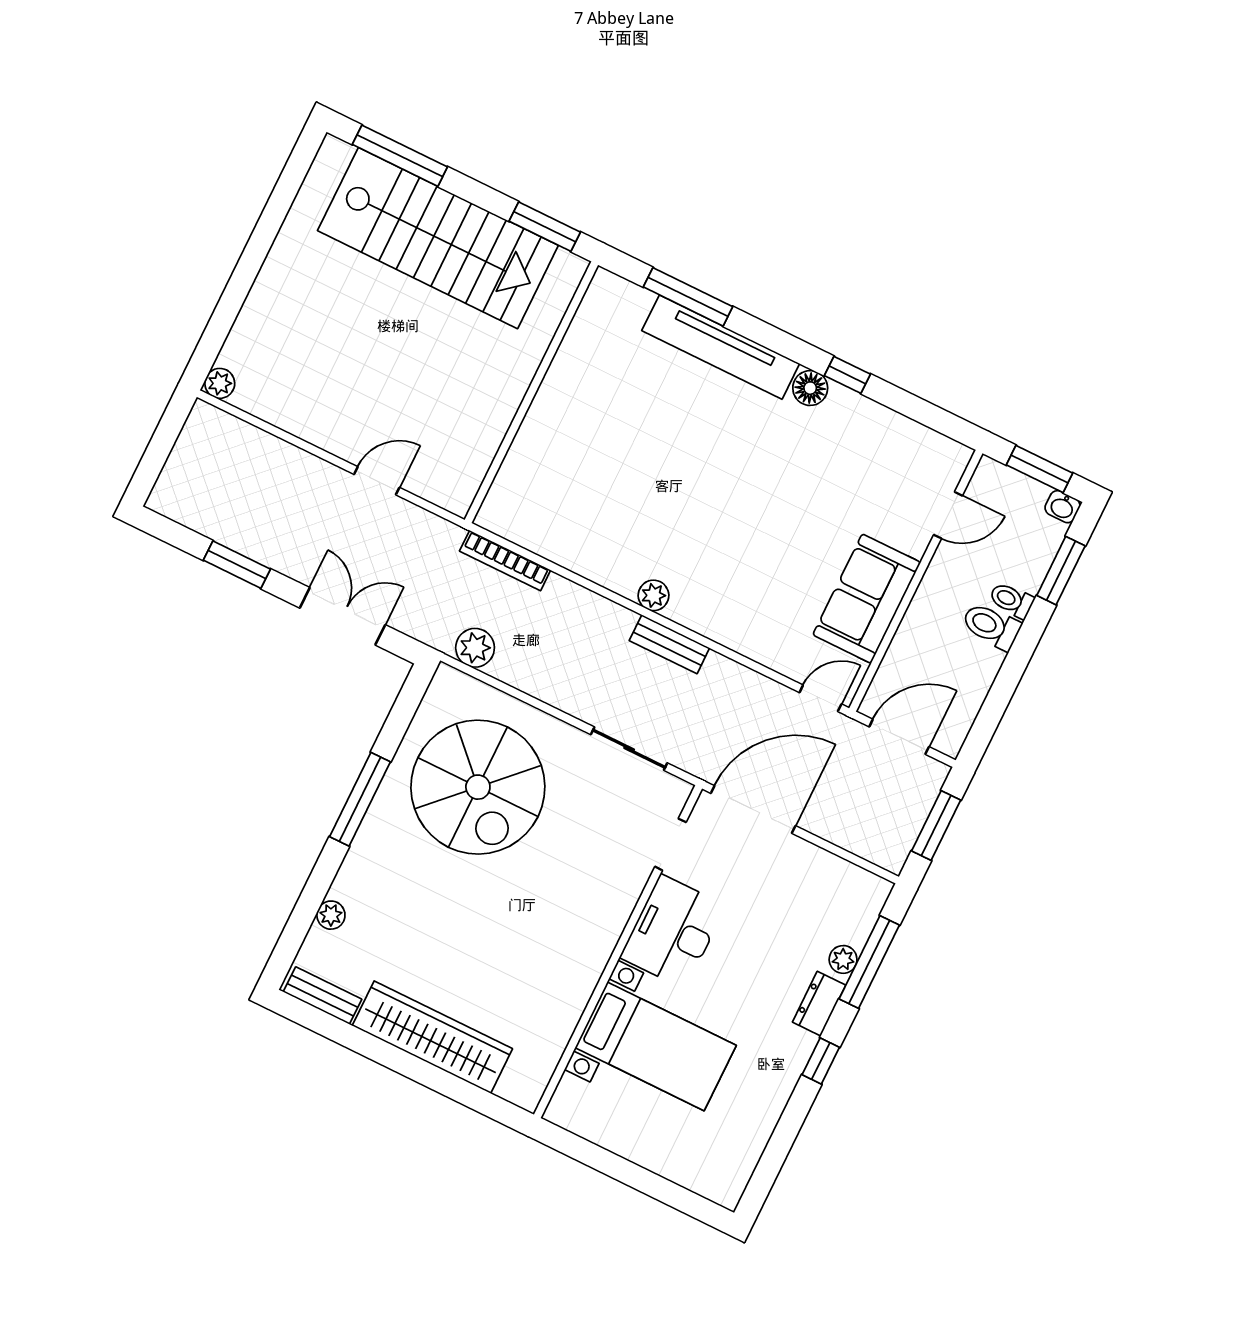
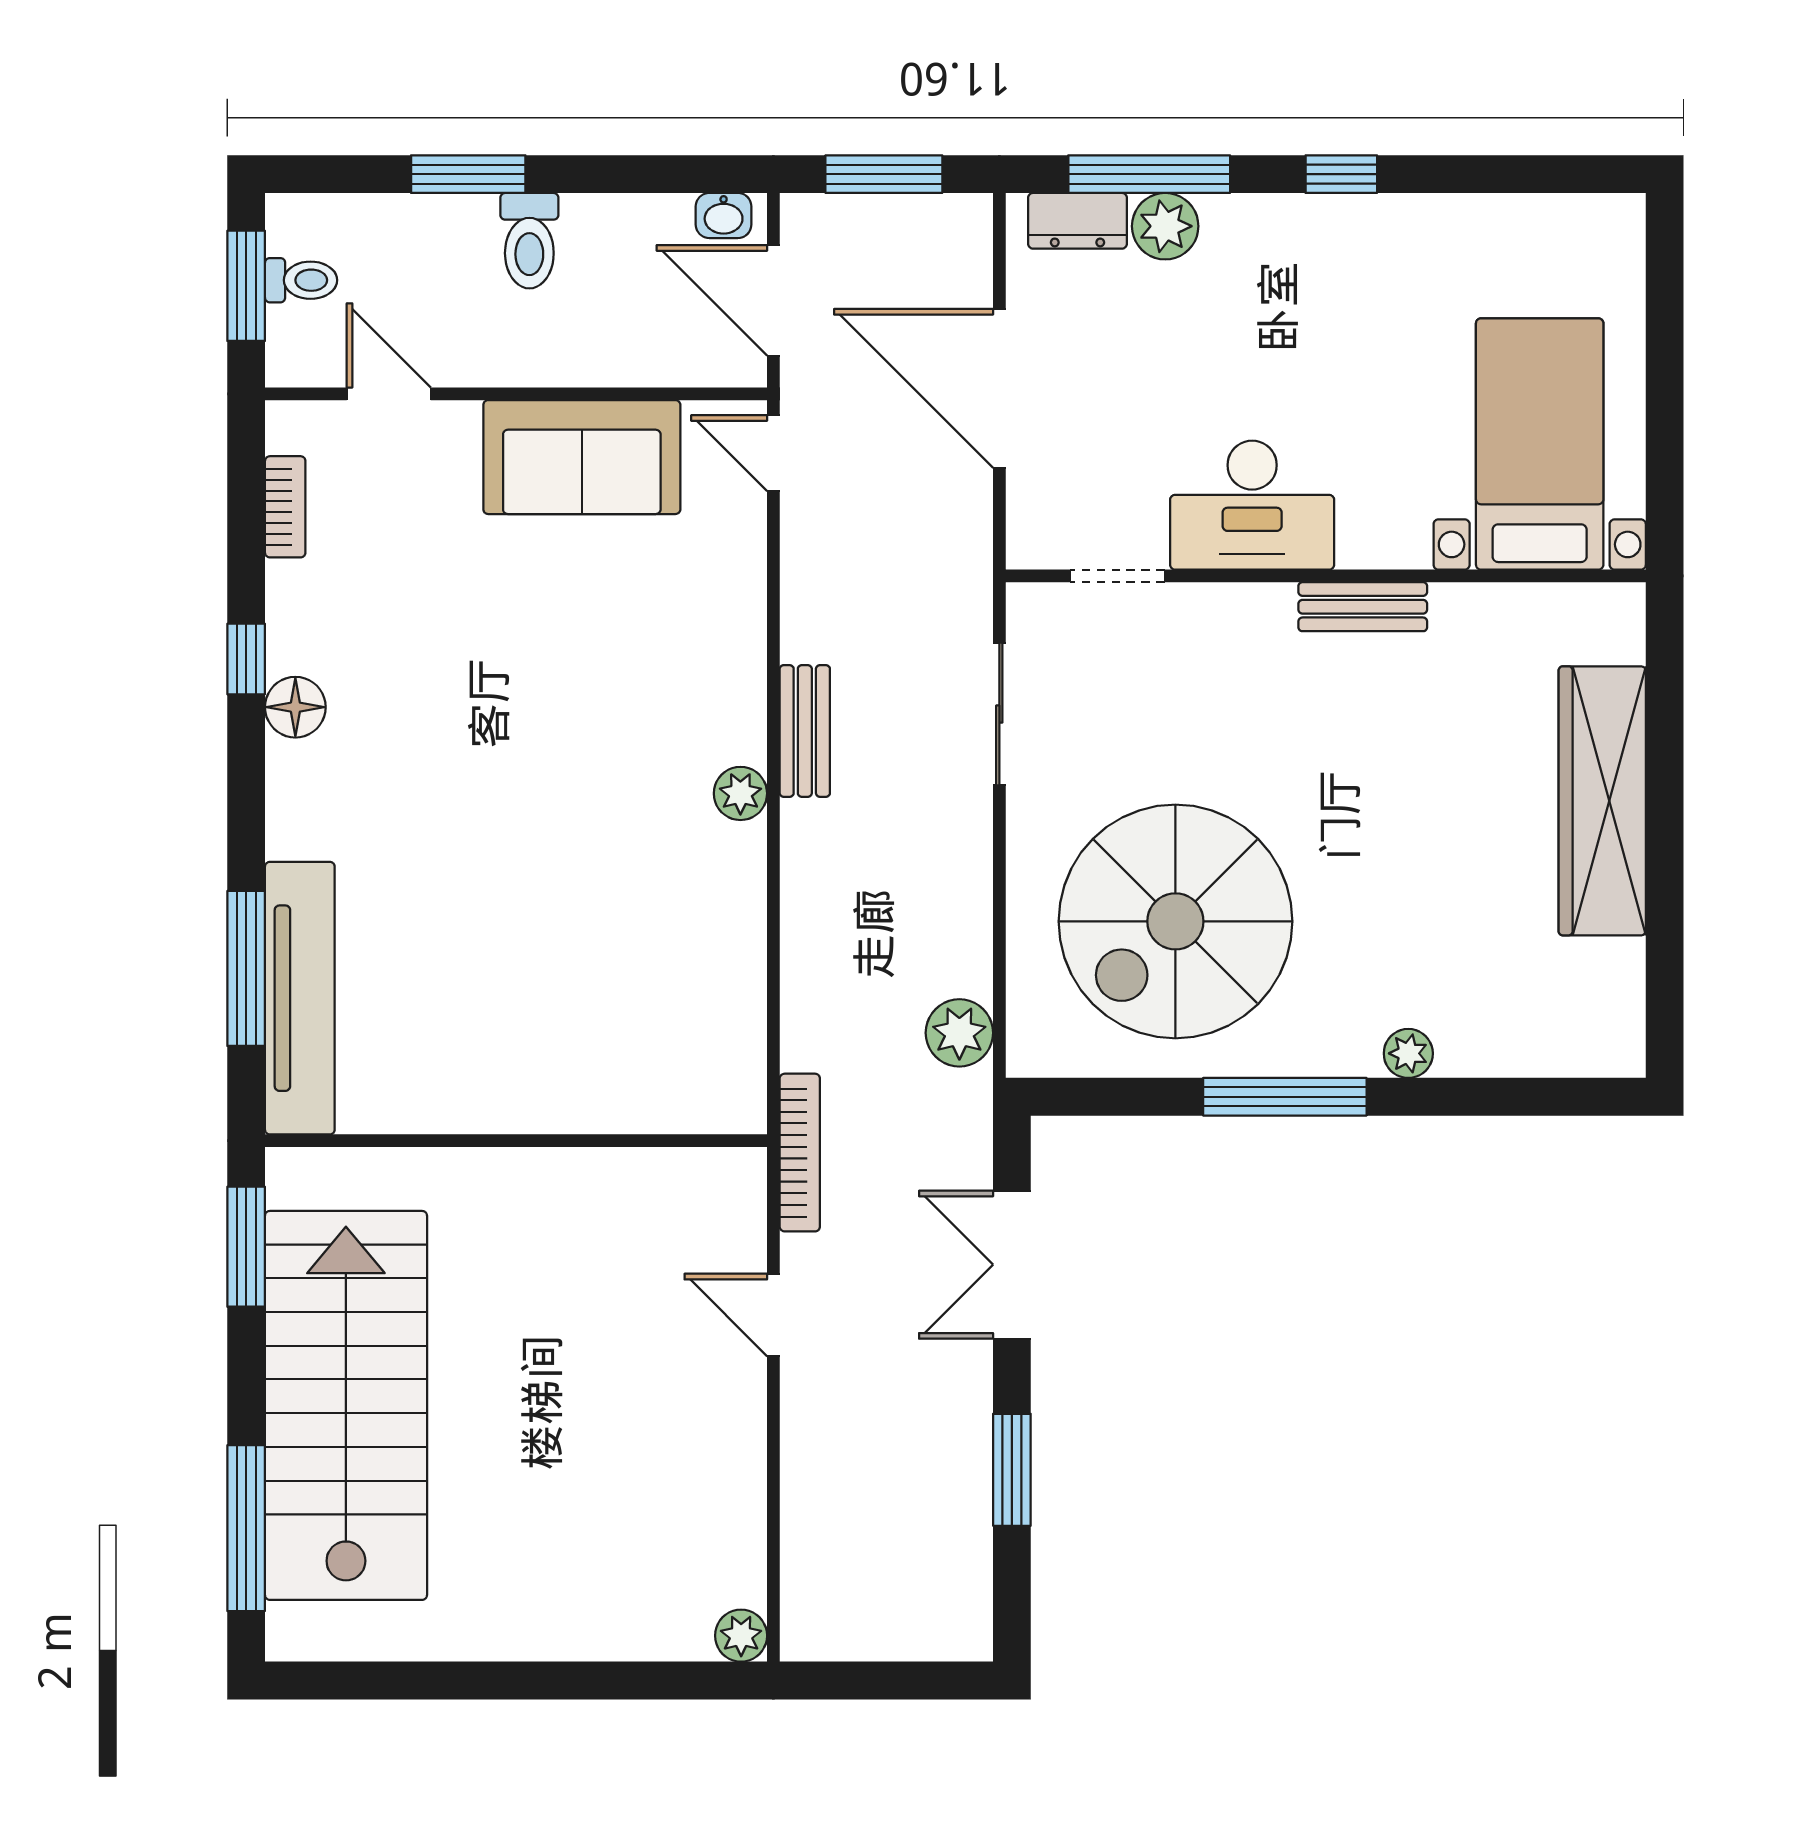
tv unit: (721, 347) -> (300, 998), moved
bookcase: (916, 433) -> (285, 507), added
washbasin: (1063, 507) -> (724, 215), moved, turned 90
bookcase: (505, 561) -> (800, 1153), moved
window: (1061, 571) -> (468, 174), moved
toilet: (1011, 600) -> (301, 280), moved, turned -90
spiral stairs: (478, 787) -> (1175, 921), turned 180
door: (753, 809) -> (999, 388), moved
plant: (331, 915) -> (1408, 1053), moved
plant: (843, 959) -> (1165, 226), width x1.38, depth x1.38
bench: (323, 996) -> (1363, 607), moved, turned 90
dresser: (819, 1004) -> (1077, 221), moved
bed with nightstands: (656, 1046) -> (1540, 444), moved

